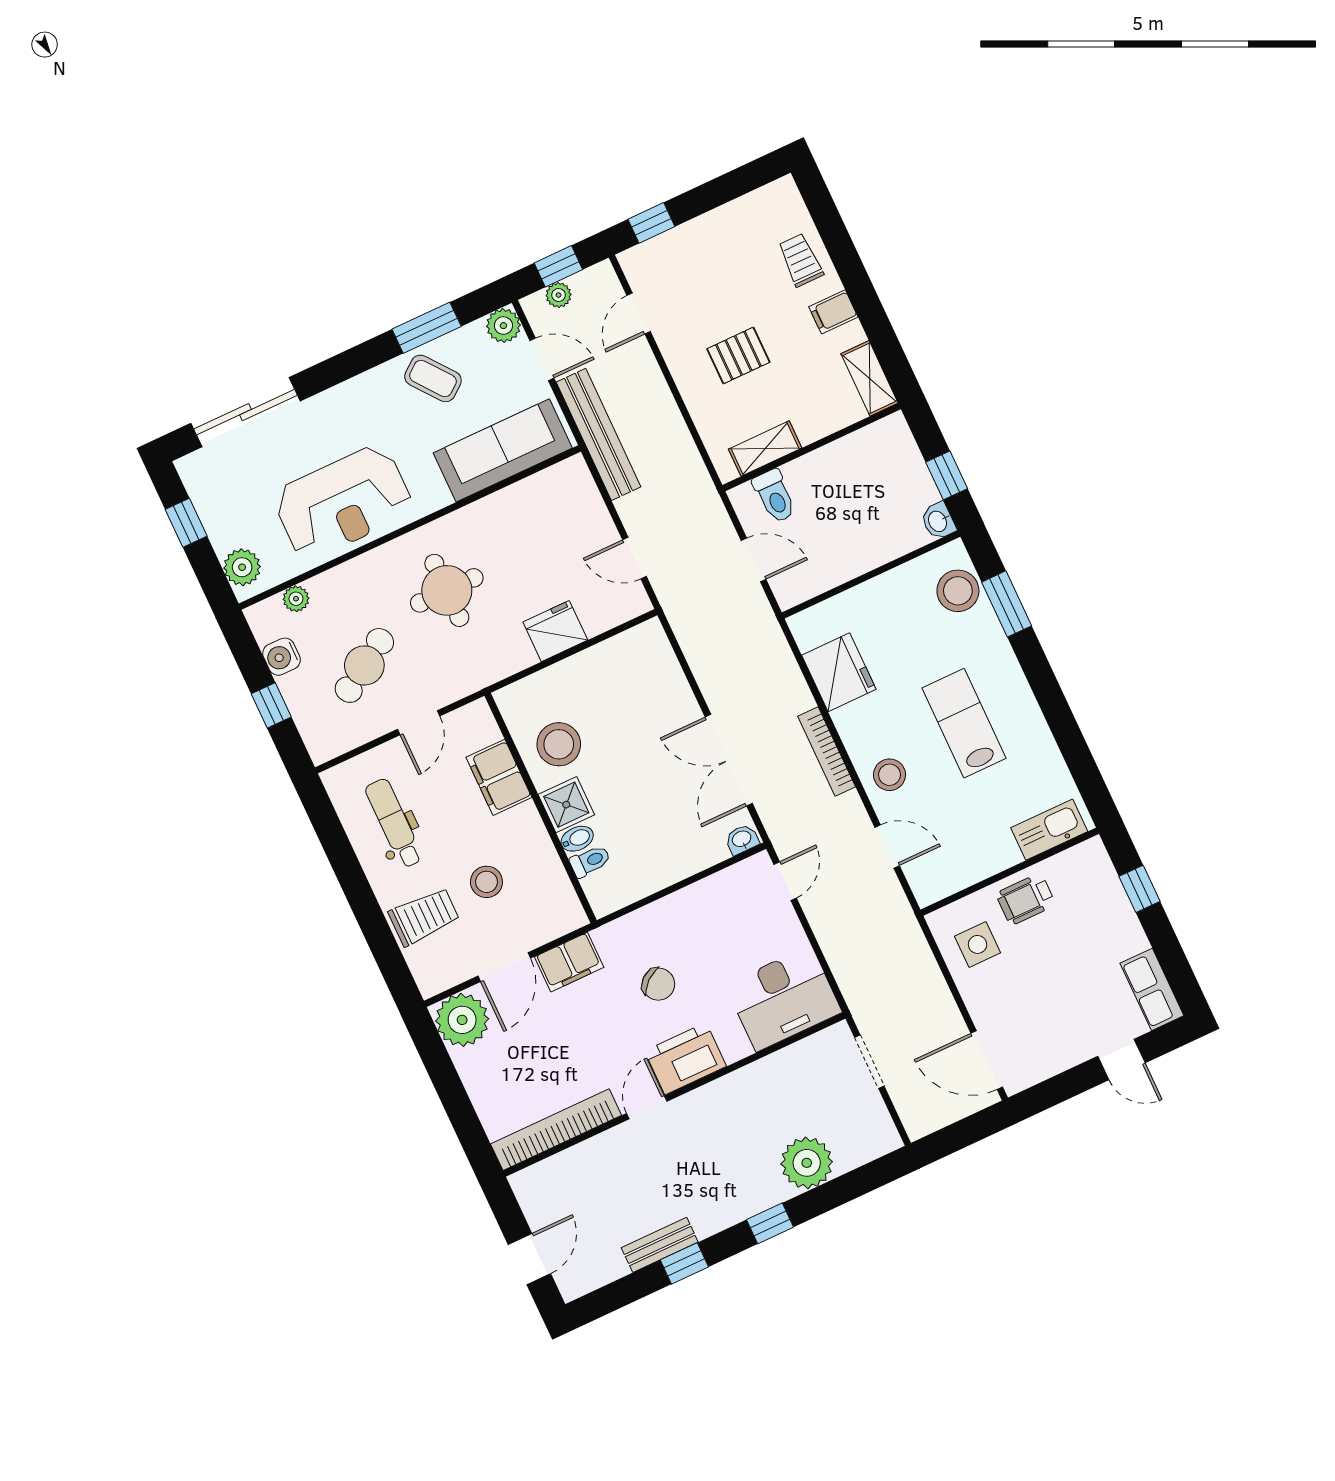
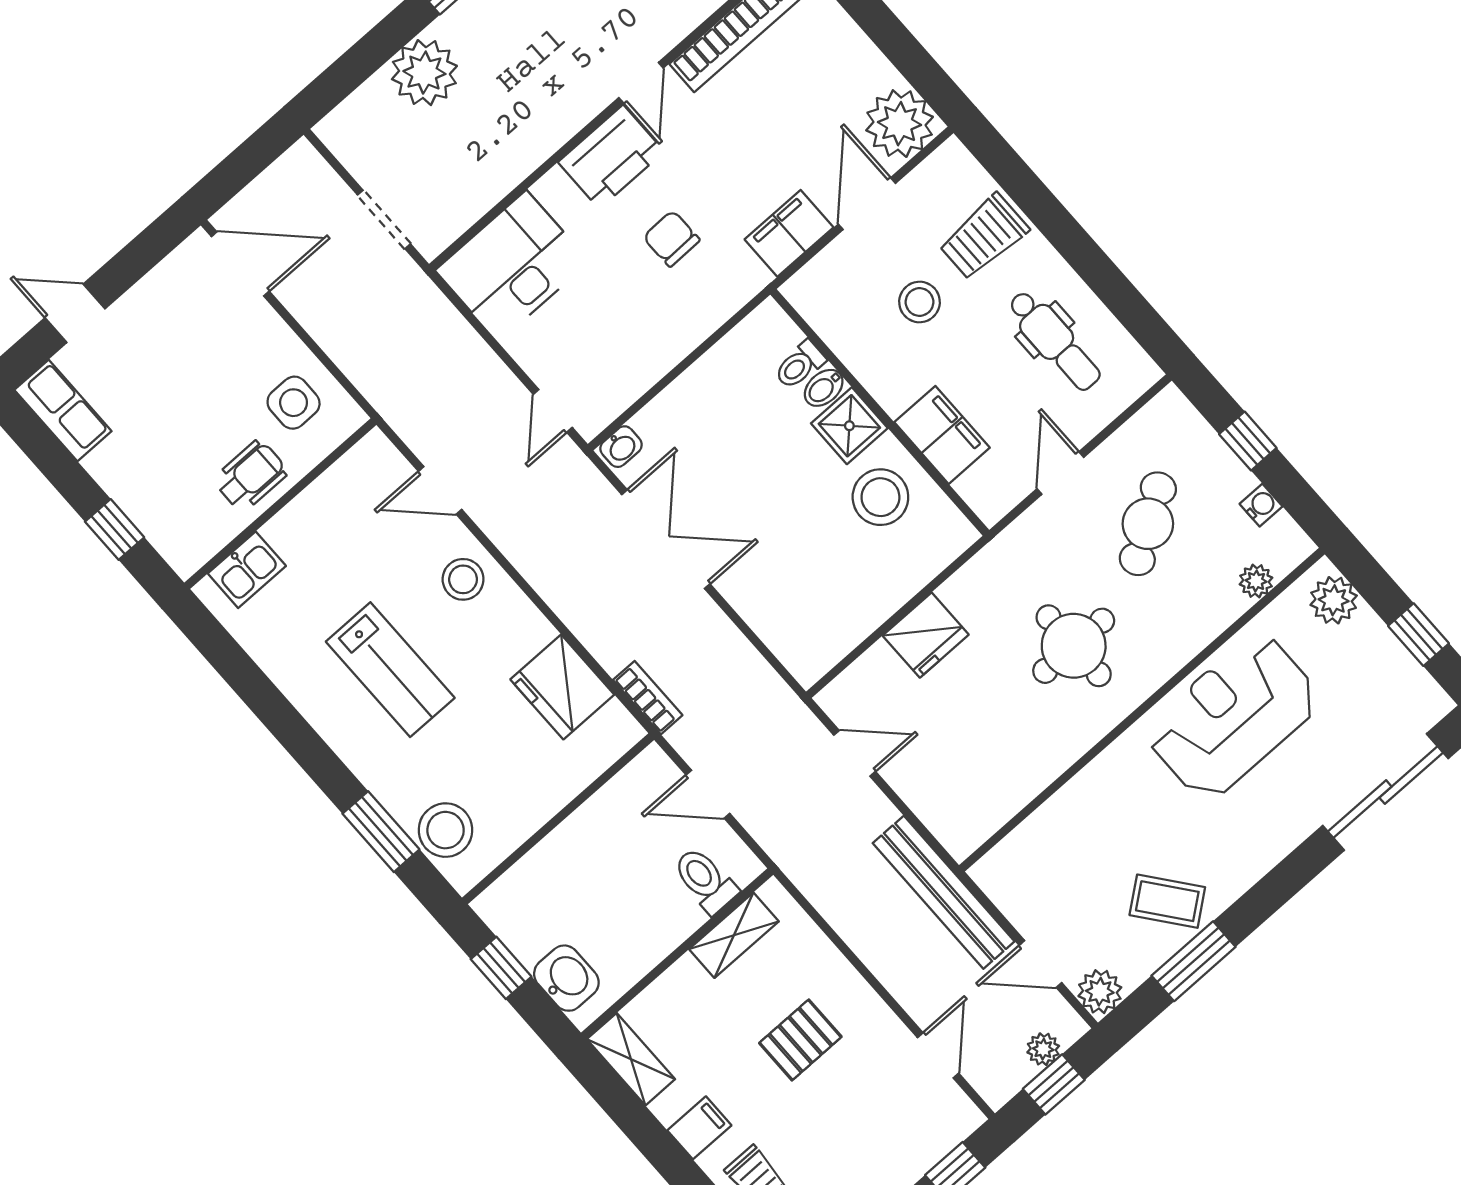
sofa: (503, 450) -> (1056, 838), removed
washbasin: (938, 521) -> (566, 978), moved, width x1.38, depth x1.45
water cooler: (282, 657) -> (1261, 505), width x0.72, depth x0.72
bookcase: (827, 752) -> (648, 698), moved, width x0.64
kitchen sink: (1049, 830) -> (247, 570), width x0.73
chair: (658, 984) -> (671, 239), turned 39

